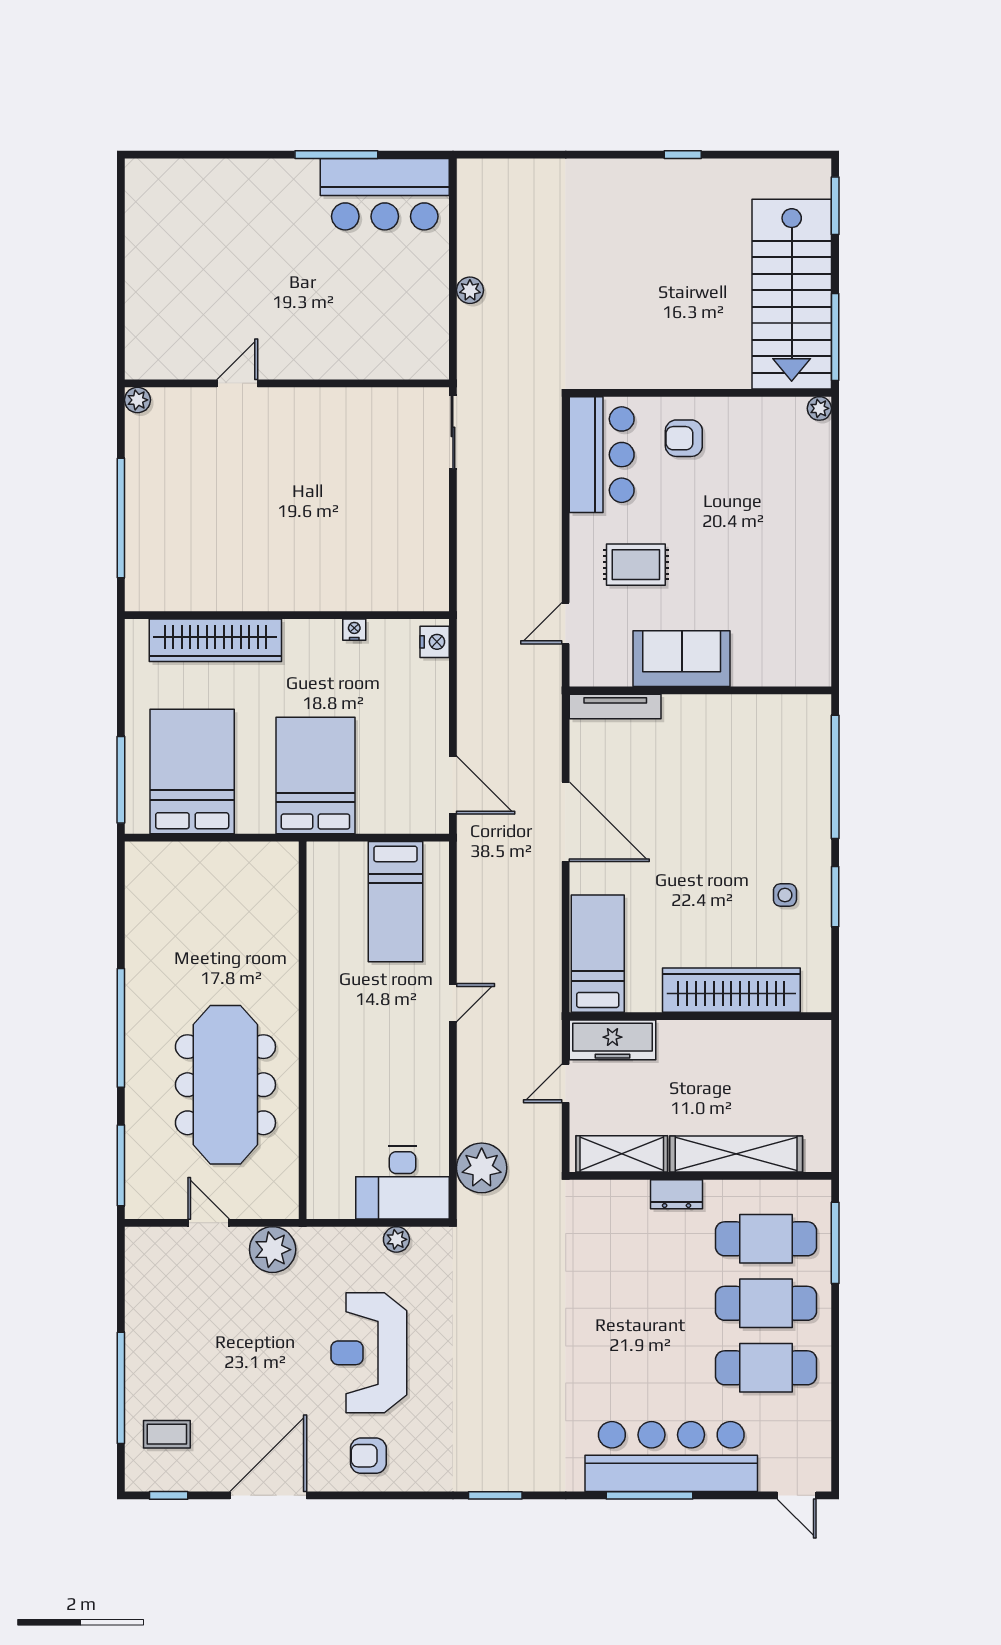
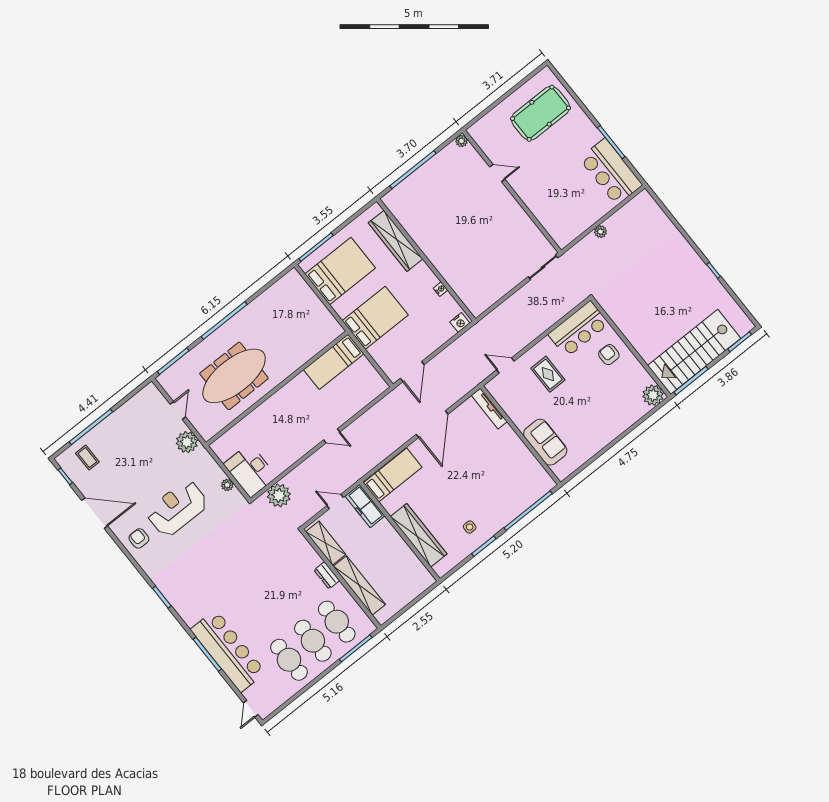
pool table: (196, 233) -> (541, 113), added
plant: (819, 408) -> (653, 395), width x1.88, depth x1.88
sofa: (682, 659) -> (545, 442), moved
bed: (396, 902) -> (334, 362), moved

